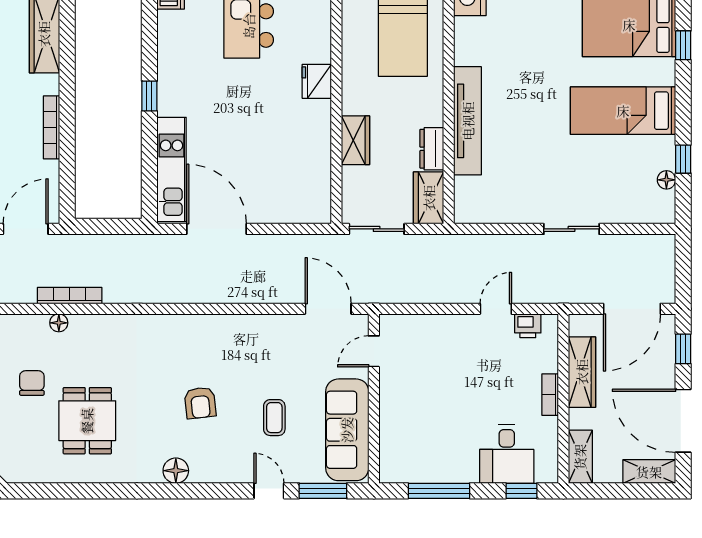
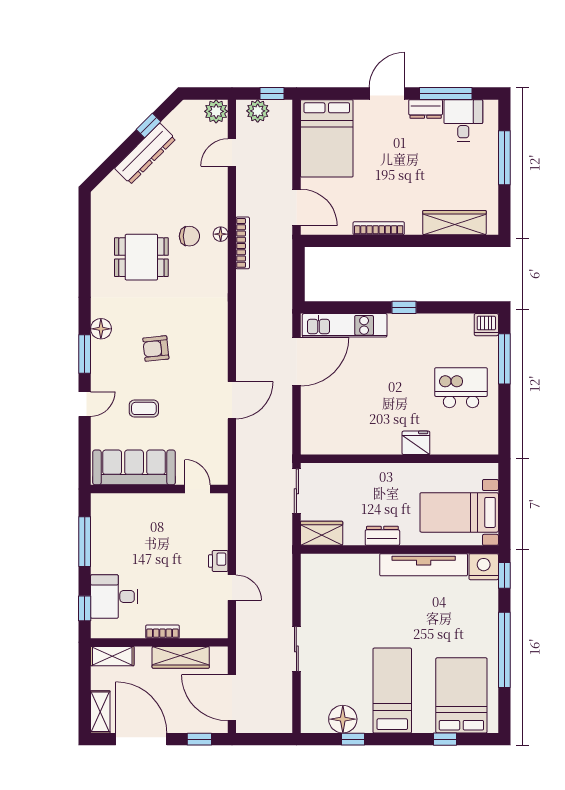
tv unit: (468, 121) -> (424, 565), moved
wardrobe: (356, 140) -> (368, 474), removed
dresser: (432, 149) -> (382, 536), moved
floor lamp: (666, 180) -> (343, 719), width x1.89, depth x1.89
door: (328, 309) -> (232, 400), moved
printer: (528, 326) -> (218, 561), moved
chair: (32, 383) -> (189, 236), moved
door: (683, 421) -> (141, 739), hinge flipped
window: (323, 491) -> (85, 354), moved

